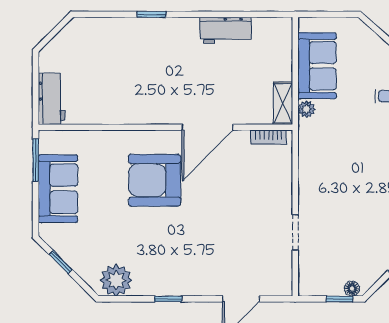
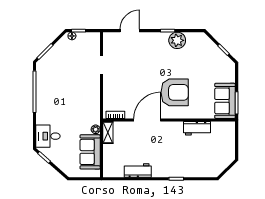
workbench: (52, 99) -> (197, 128), moved, turned -90
sofa: (58, 189) -> (225, 101), moved
plant: (116, 280) -> (177, 40), moved

